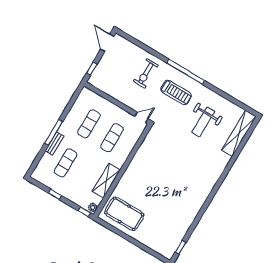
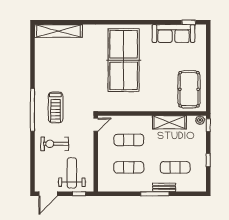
exercise bike: (146, 73) -> (55, 144), turned 180
treadmill: (176, 92) -> (56, 107), turned 180
door: (141, 117) -> (96, 125), swing flipped
weight bench: (203, 122) -> (72, 173), moved, turned -90
table tennis table: (182, 173) -> (124, 60), added
sofa: (179, 229) -> (174, 34), added

